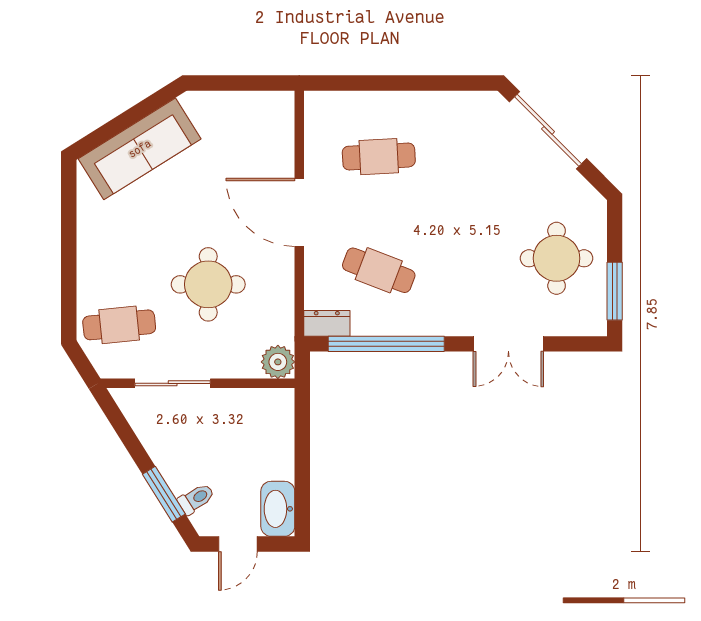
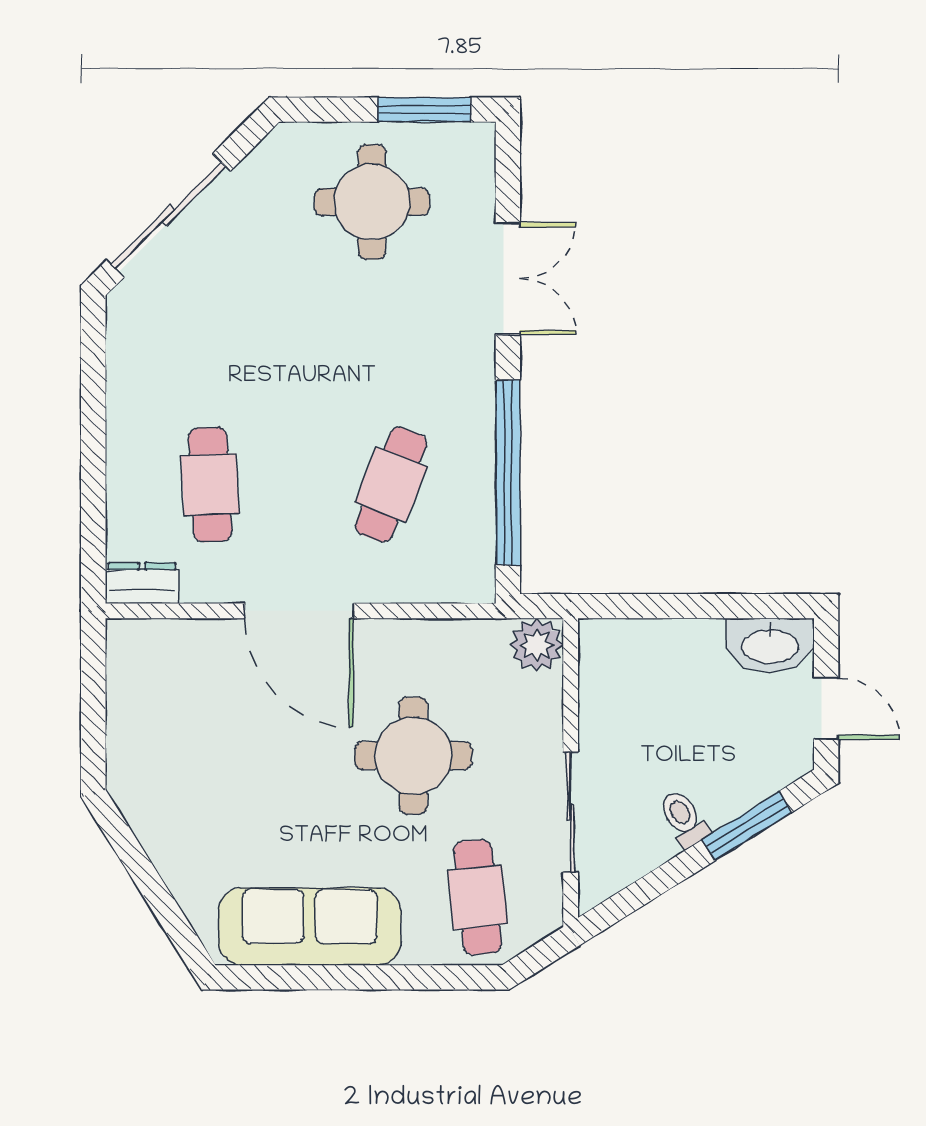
sofa: (140, 149) -> (310, 927), moved, turned -58
door: (299, 212) -> (299, 611), hinge flipped
dresser: (327, 323) -> (142, 583), moved, turned 90
toilet: (196, 499) -> (684, 819), moved

